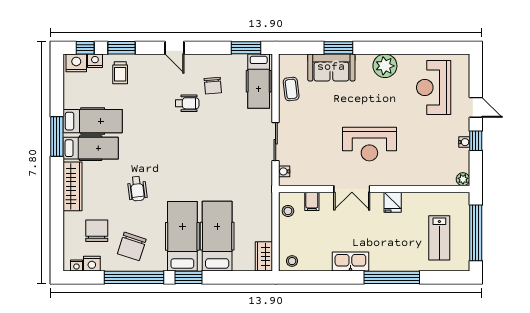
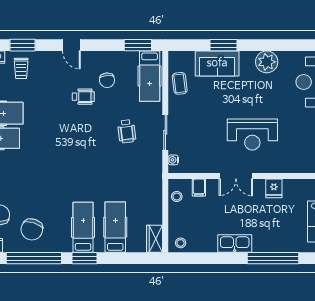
wheelchair: (137, 189) -> (127, 131), moved
hospital bed: (182, 236) -> (83, 227), width x0.73, depth x0.78
hospital bed: (217, 236) -> (115, 227), width x0.73, depth x0.78

